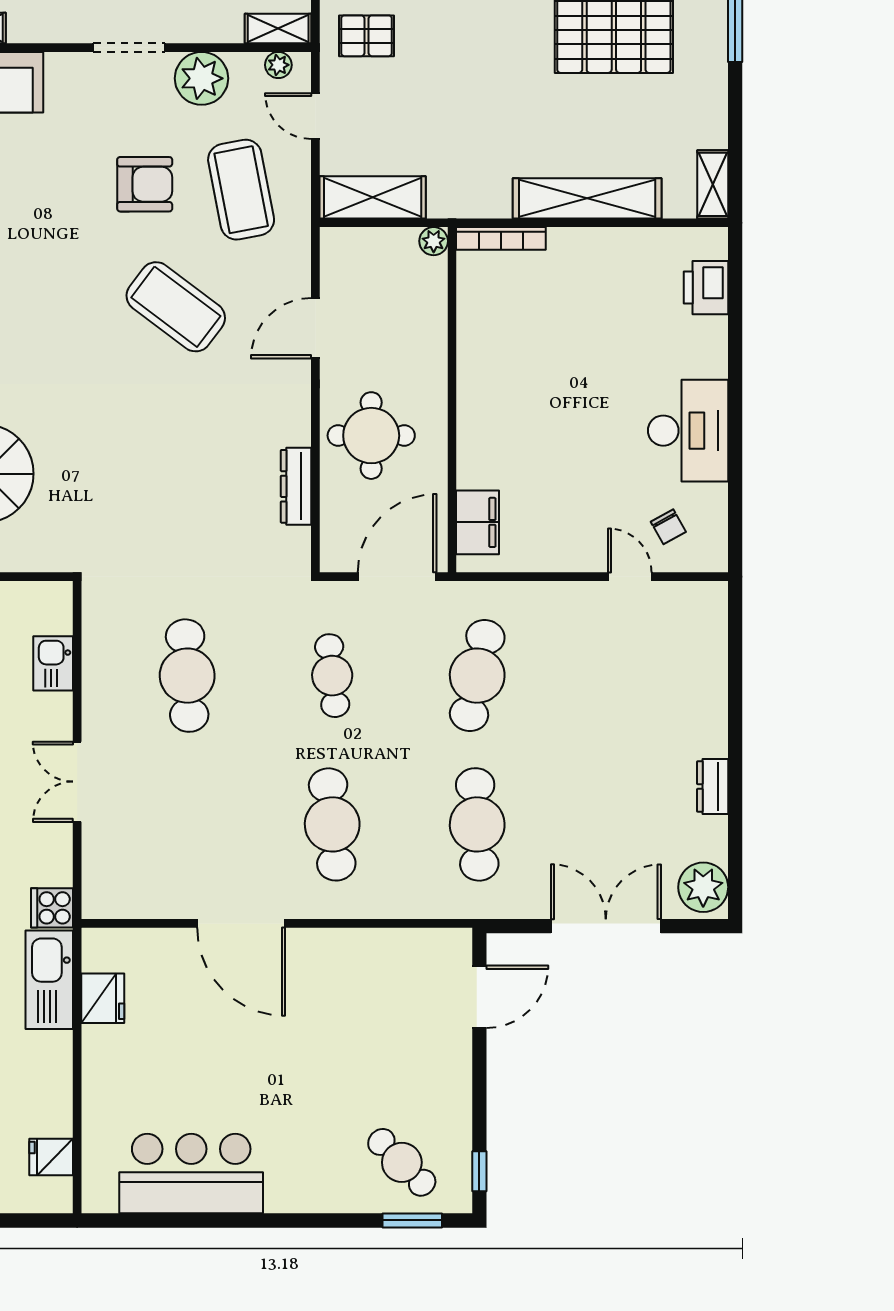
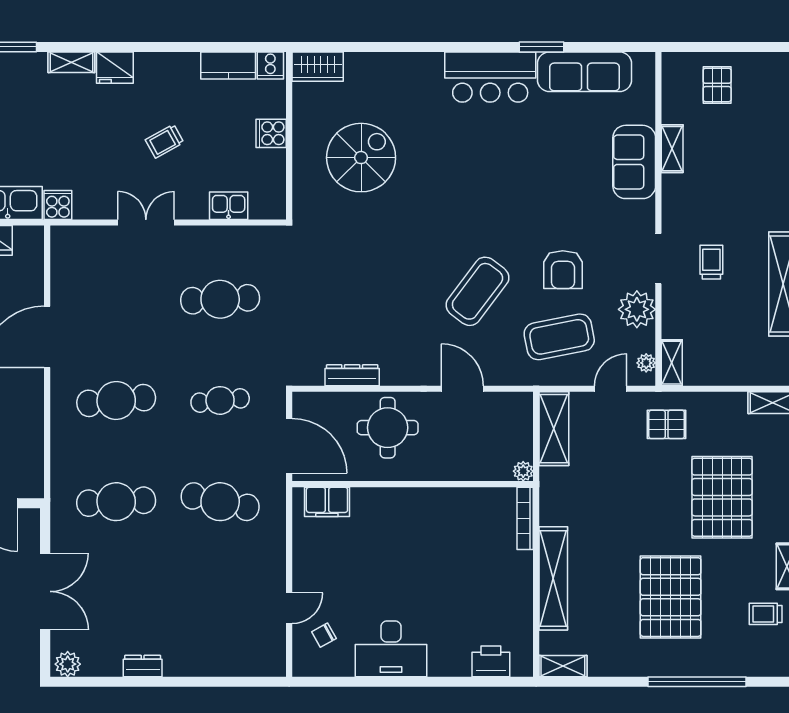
pallet: (366, 36) -> (667, 424), turned 90
plant: (703, 887) -> (68, 664), width x0.73, depth x0.73

